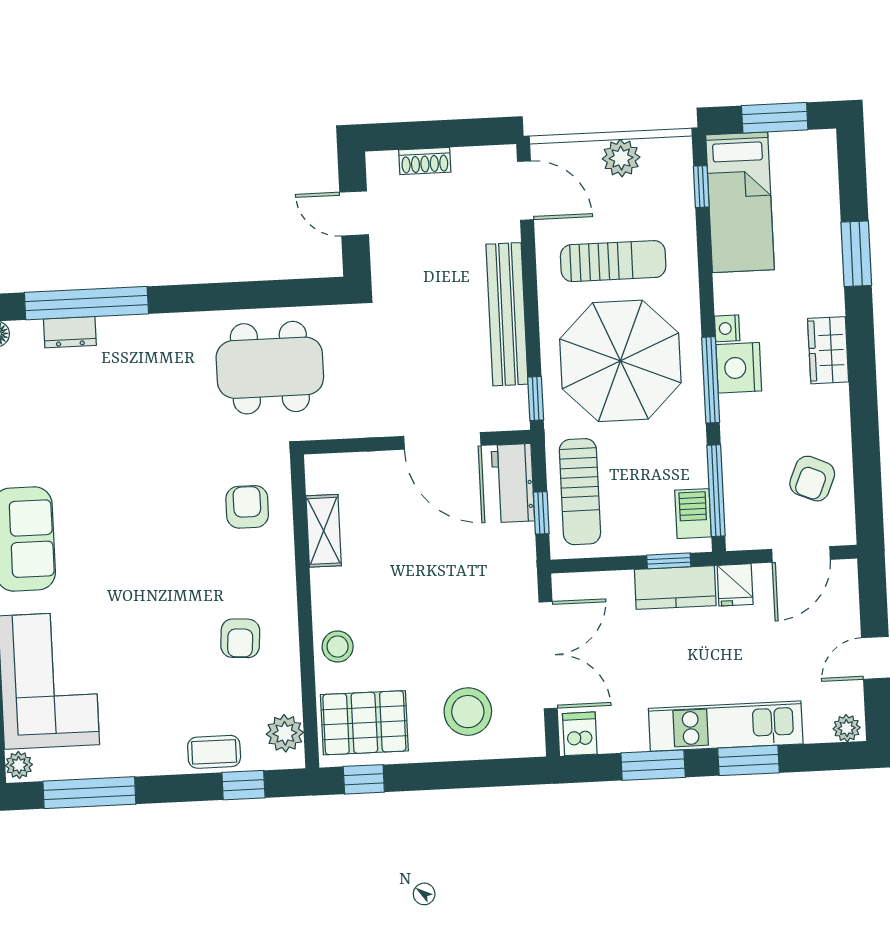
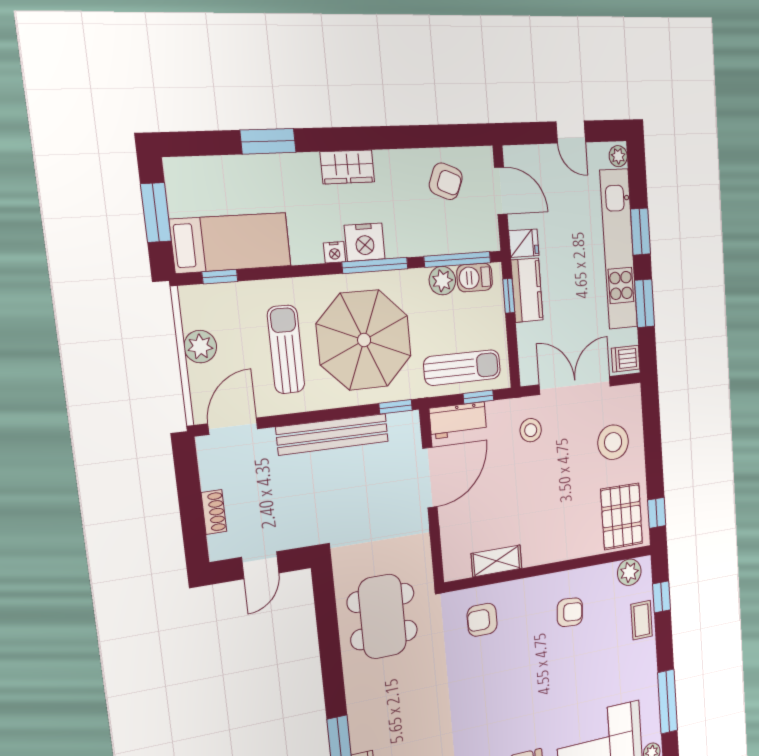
plant: (690, 469) -> (442, 281), added
stool: (338, 647) -> (531, 430), moved
kitchen unit: (726, 726) -> (619, 249), width x1.36

